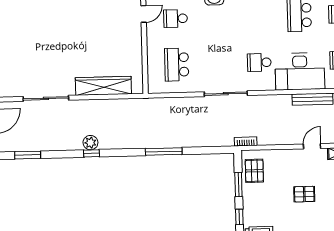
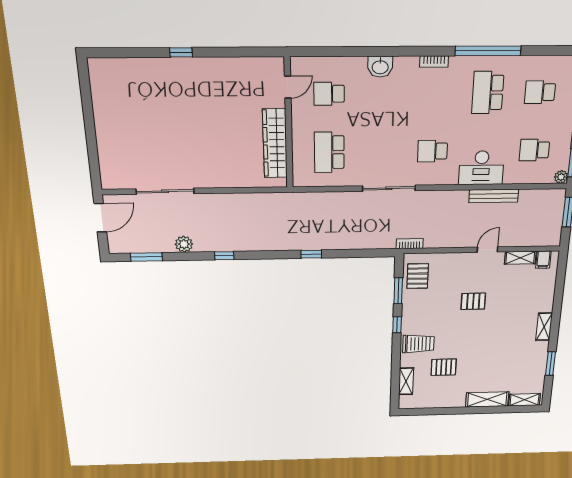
desk: (300, 71) -> (481, 168), width x0.73, depth x0.77
wardrobe: (103, 86) -> (275, 143), moved, turned -90
plant: (90, 143) -> (184, 244), moved
window: (164, 151) -> (311, 254), width x0.46

